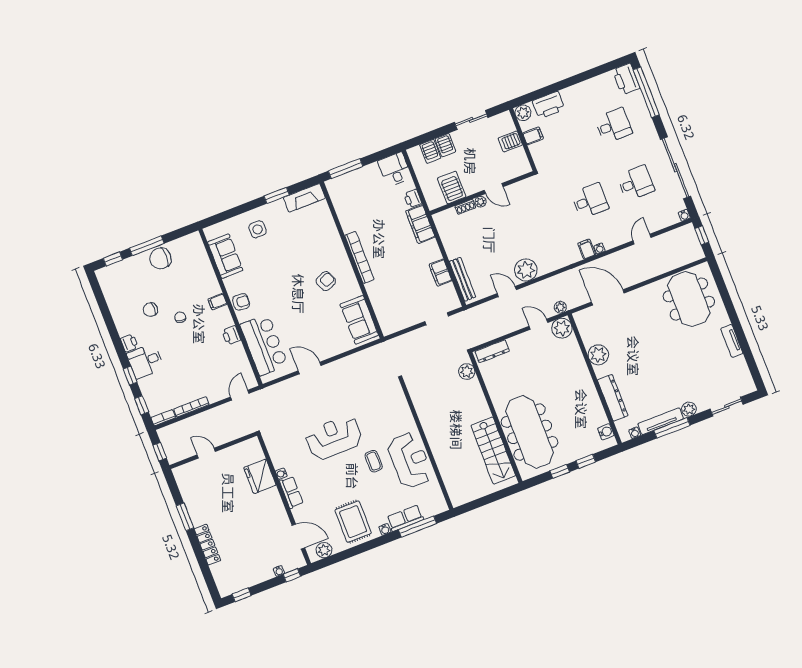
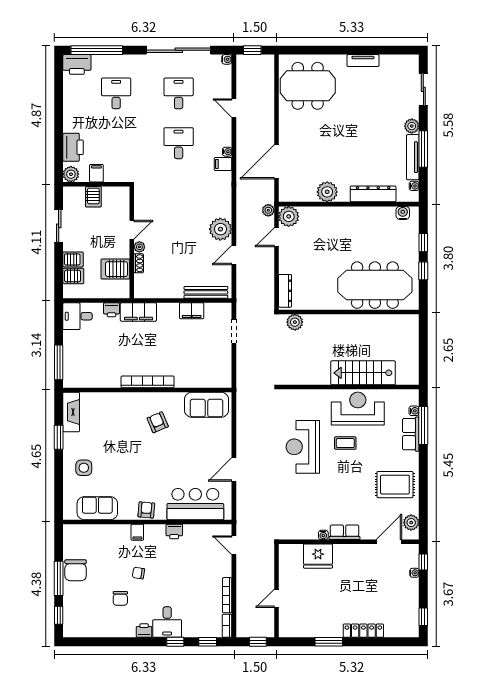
reception desk: (334, 438) -> (303, 447), moved
stairs: (493, 451) -> (363, 373), moved, turned 180
water cooler: (385, 530) -> (414, 411), moved

